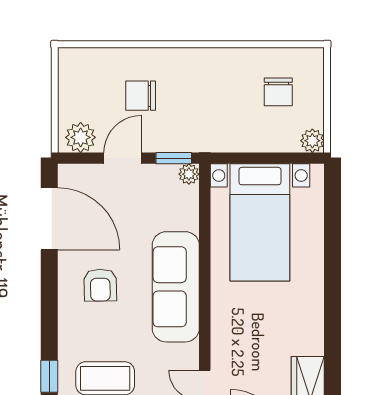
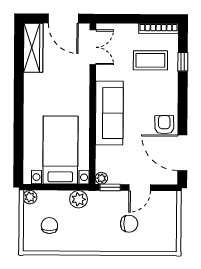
plant: (81, 137) -> (79, 199), moved
armchair: (100, 285) -> (164, 125), moved

